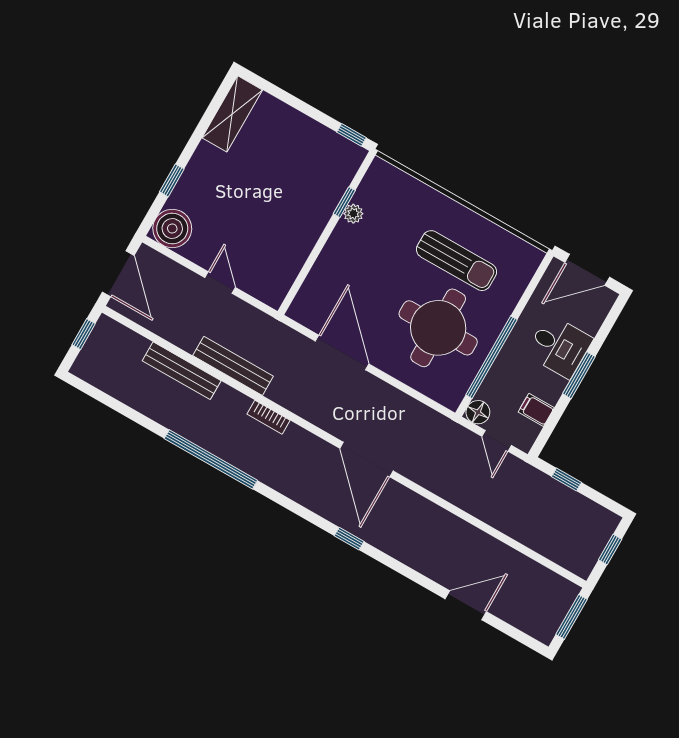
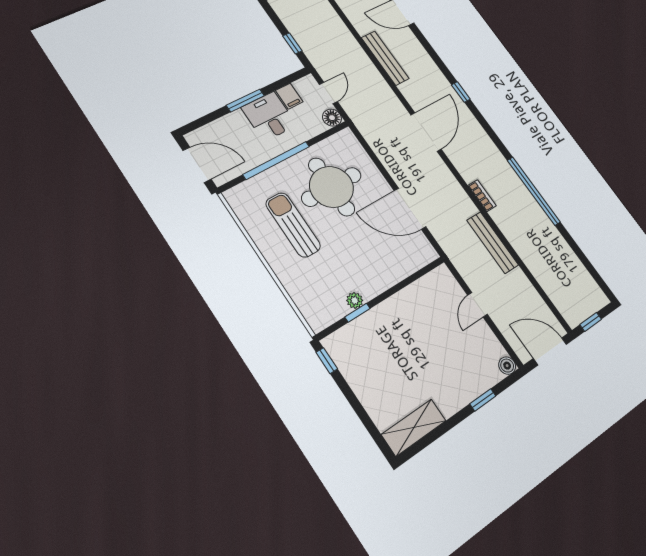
boiler: (172, 228) -> (507, 366), width x0.54, depth x0.54
door: (118, 274) -> (550, 351), hinge flipped
desk: (559, 346) -> (269, 116), moved
door: (342, 352) -> (410, 209), hinge flipped
window: (491, 357) -> (276, 160), moved
bench: (182, 371) -> (385, 58), moved

